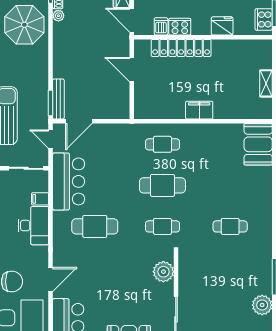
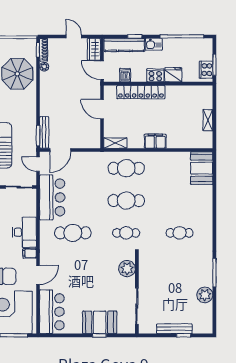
cooker: (180, 27) -> (155, 75), moved
shelving: (149, 113) -> (115, 143), added
cafe table: (162, 144) -> (126, 168), width x1.37, depth x1.35
filing cabinet: (40, 199) -> (30, 253), moved

